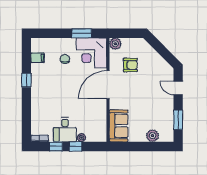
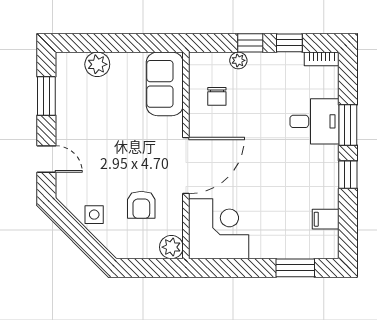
window: (82, 33) -> (295, 268), moved
chair: (65, 59) -> (217, 96), moved
side table: (154, 60) -> (94, 215), added
armchair: (130, 65) -> (141, 205), turned -90
window: (26, 105) -> (348, 125), added
desk: (65, 130) -> (314, 121), moved, turned 90

